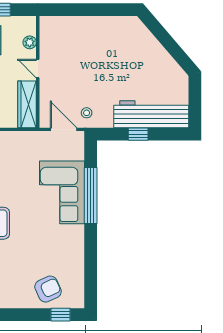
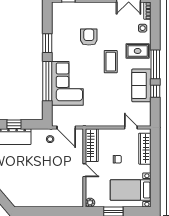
plant: (30, 42) -> (90, 203), moved
window: (91, 250) -> (47, 43), added
armchair: (48, 289) -> (89, 37), moved, turned 115

